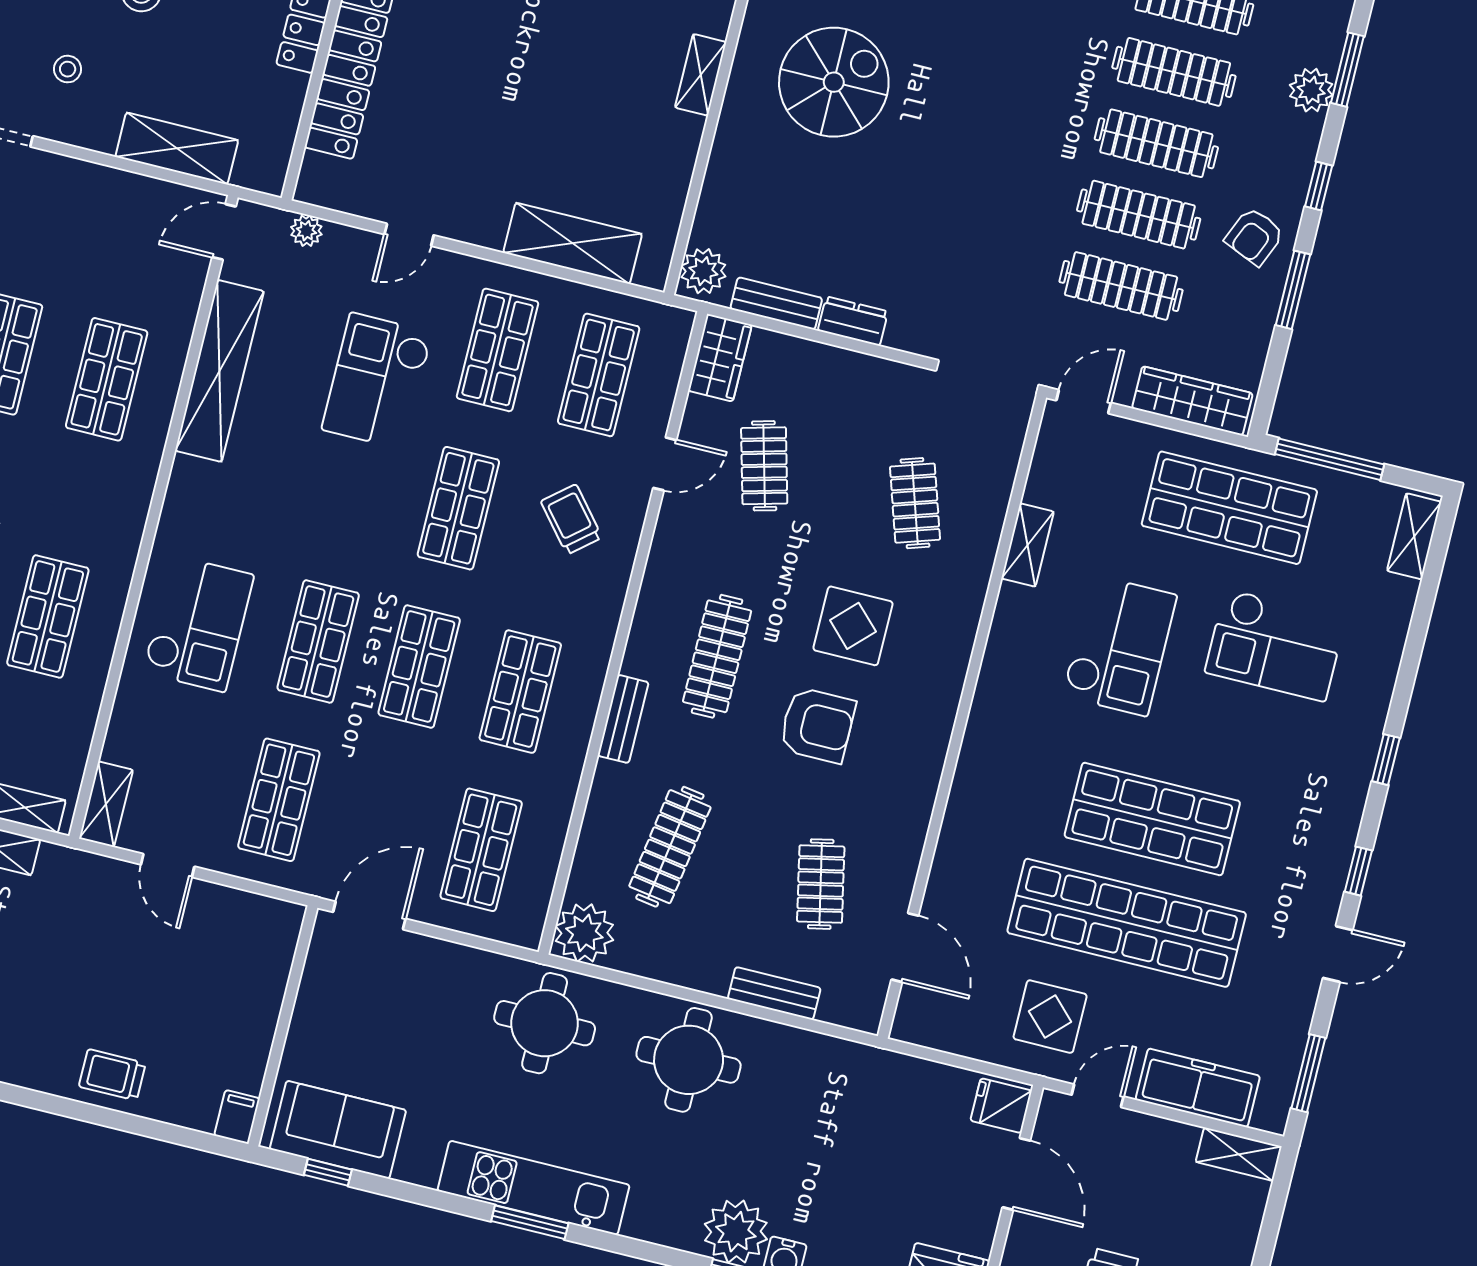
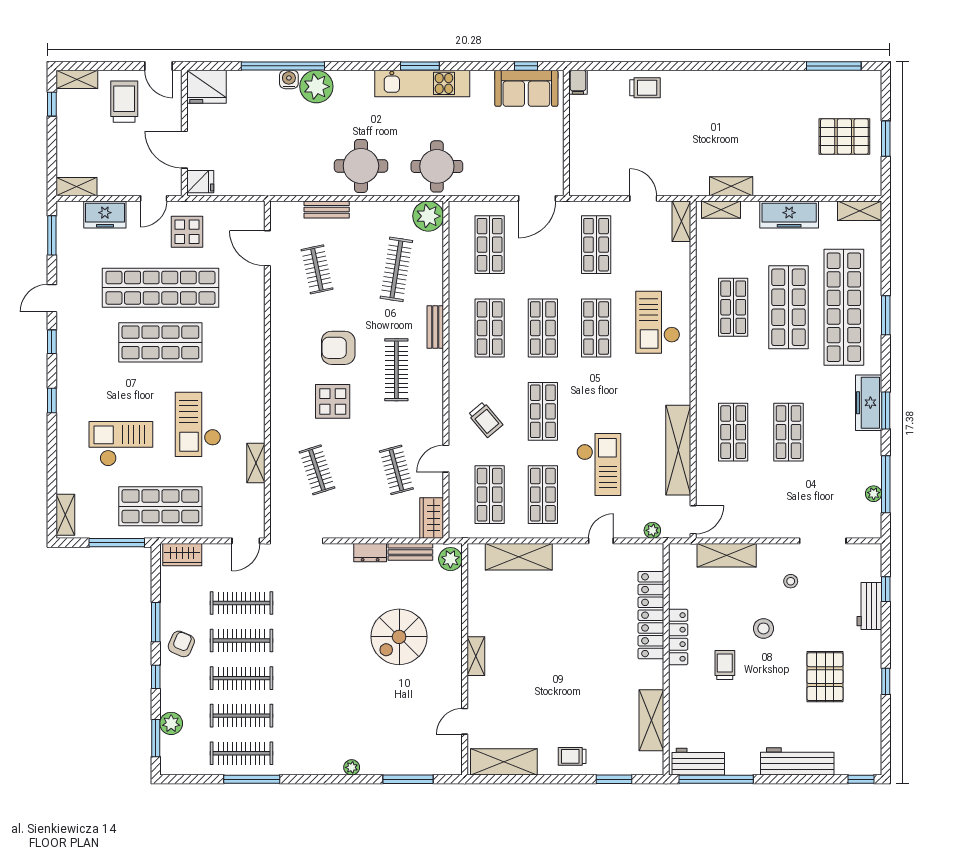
spiral stairs: (834, 82) -> (399, 637), moved
wardrobe: (1192, 401) -> (182, 555), width x0.67
freezer: (1198, 1088) -> (105, 215), width x0.71

